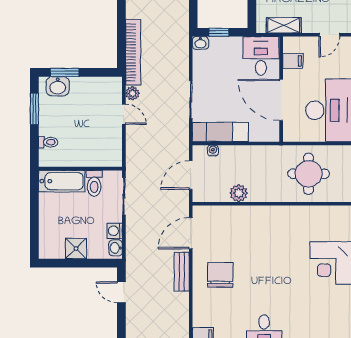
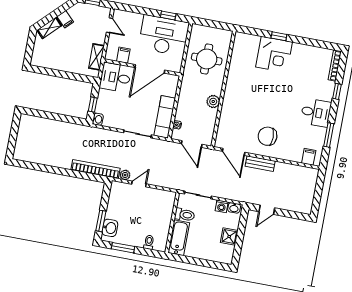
plant: (239, 193) -> (213, 102), moved

